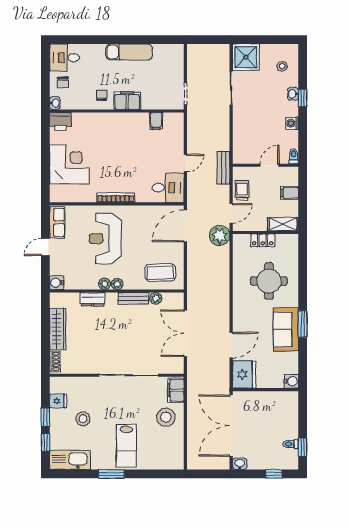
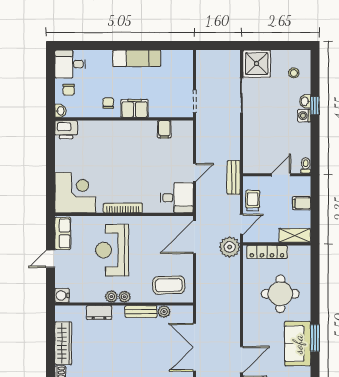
washing machine: (292, 123) -> (304, 116), moved
corner desk: (69, 164) -> (75, 193), moved
locker: (263, 240) -> (267, 252), width x1.53

